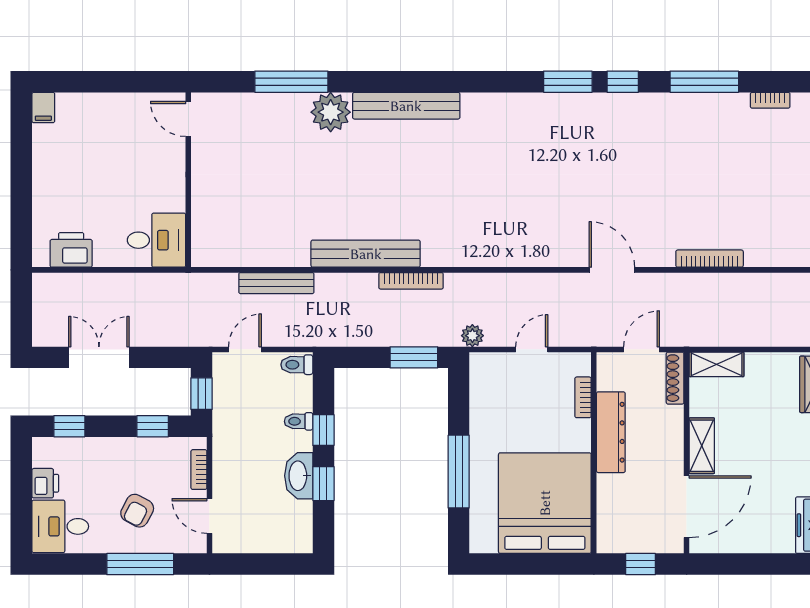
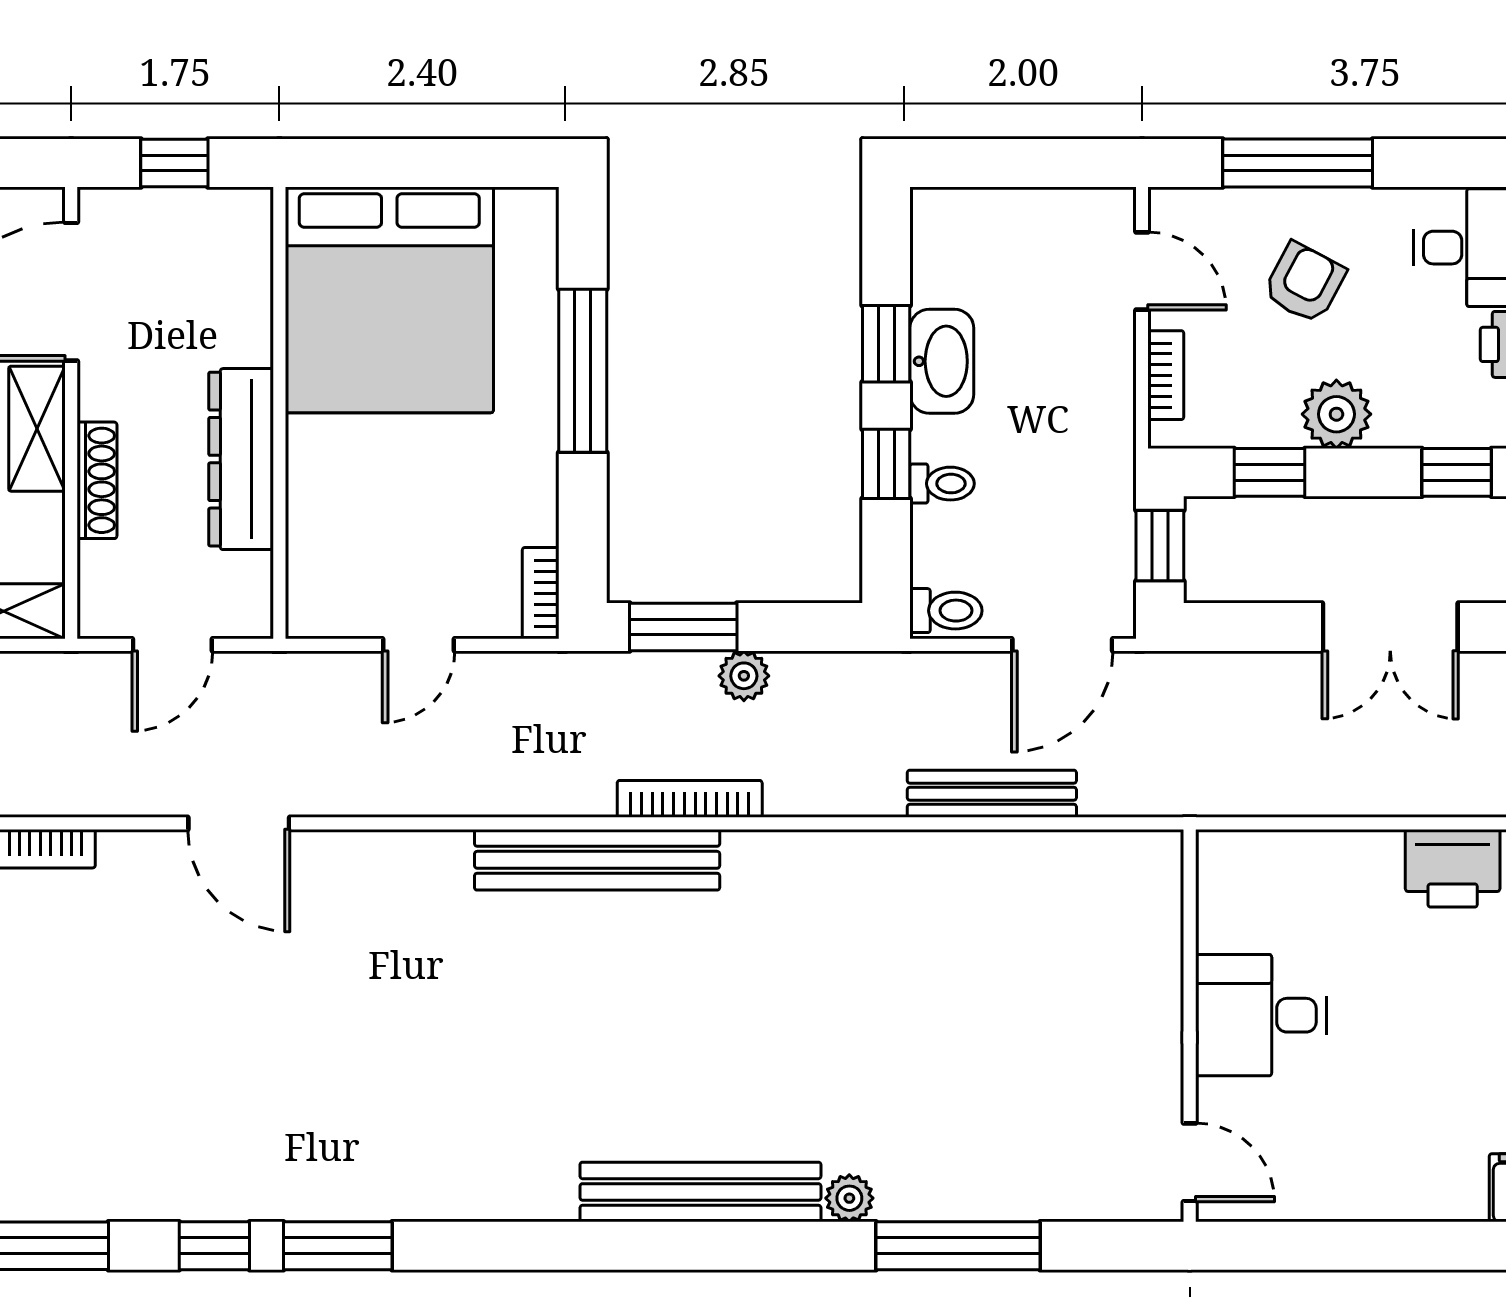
plant: (331, 112) -> (849, 1198), width x0.53, depth x0.53
desk: (156, 240) -> (1261, 1015), moved
bench: (366, 254) -> (597, 860), moved
plant: (472, 336) -> (744, 676), moved
door: (245, 349) -> (1062, 645), width x1.38
shoe rack: (675, 378) -> (97, 480), moved
bookcase: (583, 397) -> (541, 593), moved, turned 180
plant: (123, 452) -> (1336, 414), added

